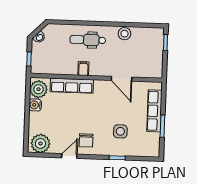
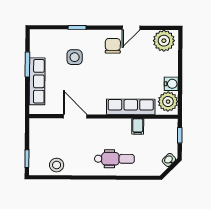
stool: (124, 34) -> (57, 165), moved
filing cabinet: (83, 69) -> (138, 126), moved

